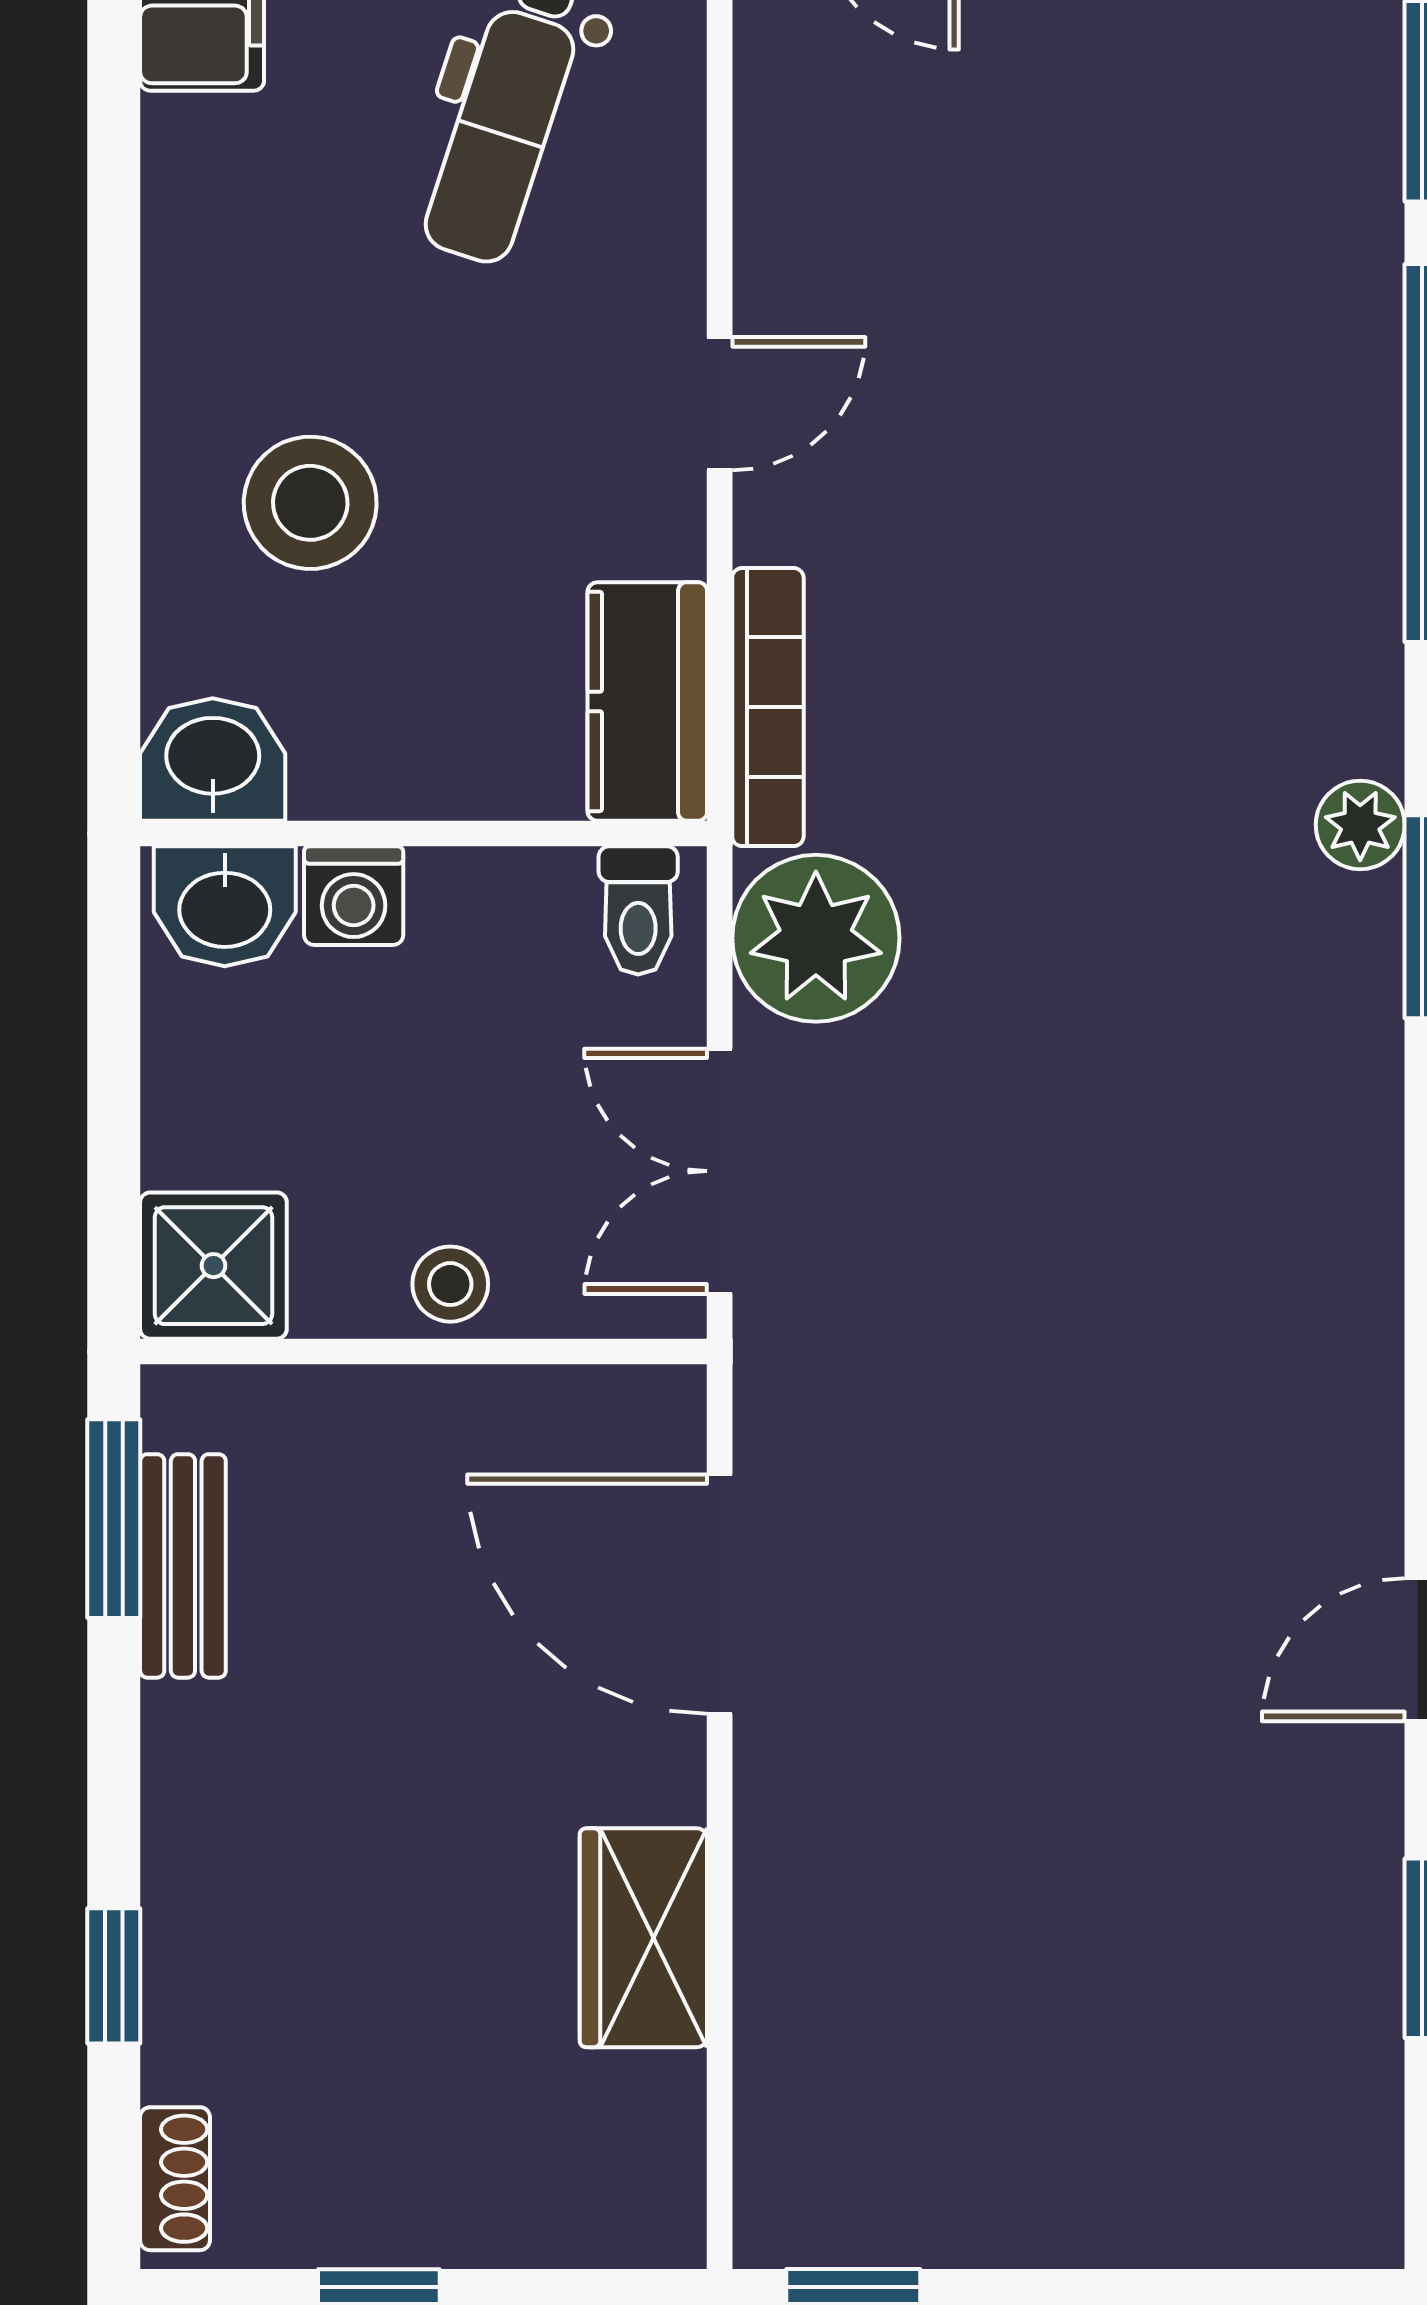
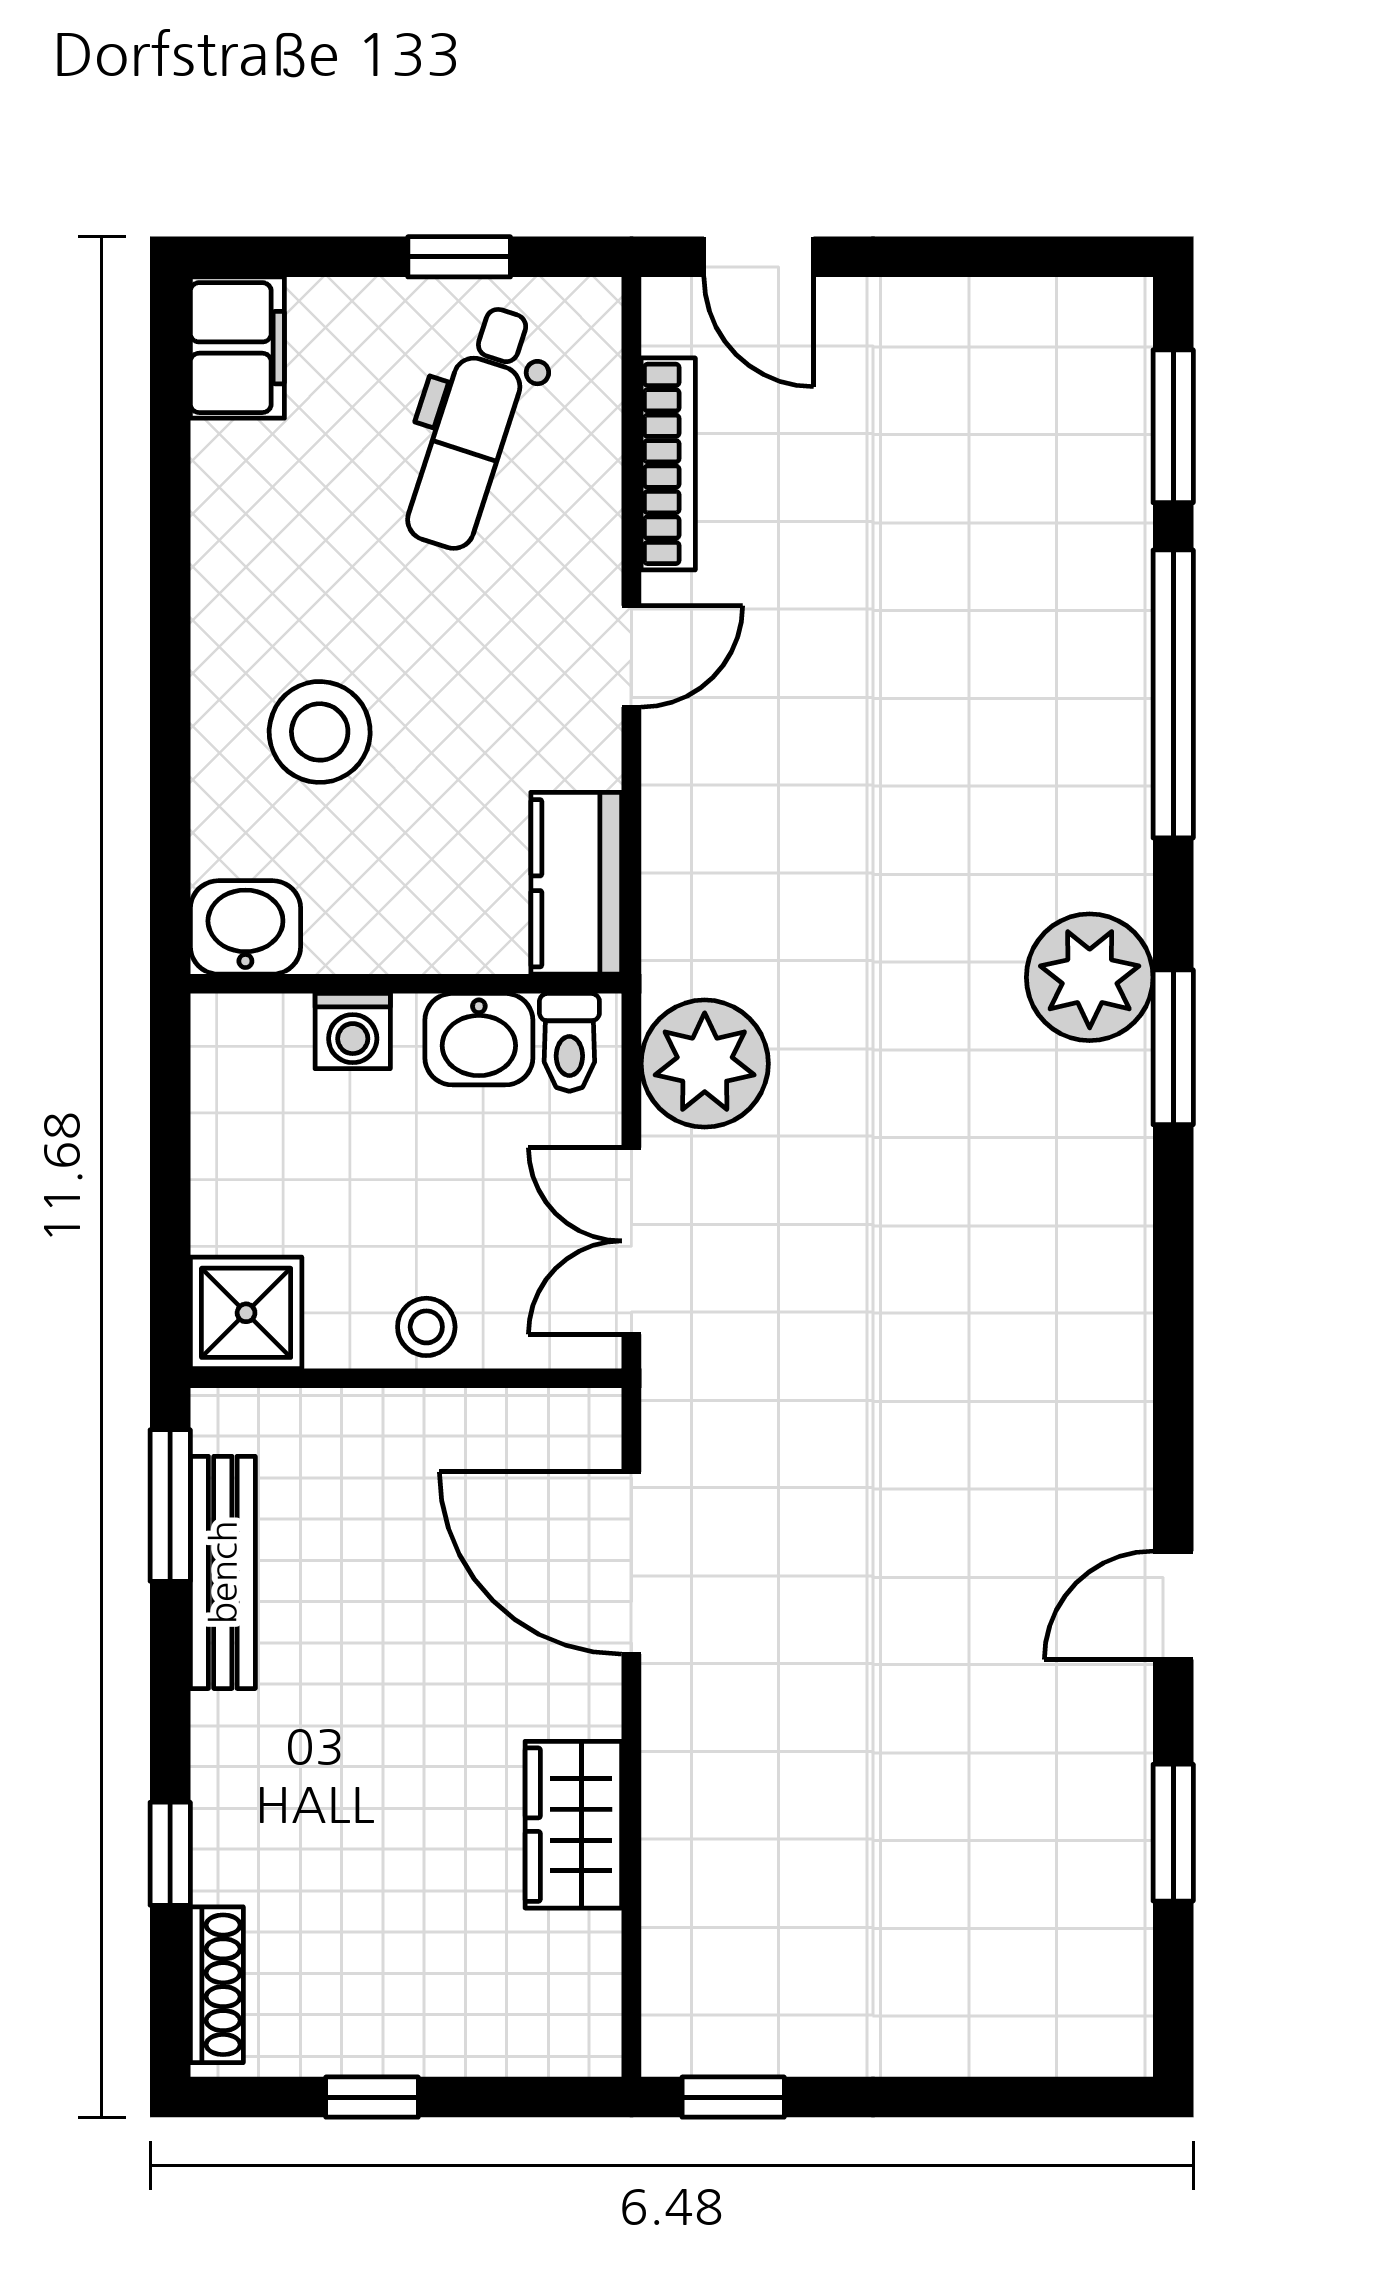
bookcase: (768, 707) -> (668, 464), moved
plant: (1360, 825) -> (1090, 977), width x1.87, depth x1.87
washbasin: (225, 906) -> (479, 1039), moved
bench: (183, 1566) -> (223, 1572), width x1.36
shoe rack: (175, 2179) -> (217, 1985), width x1.43

